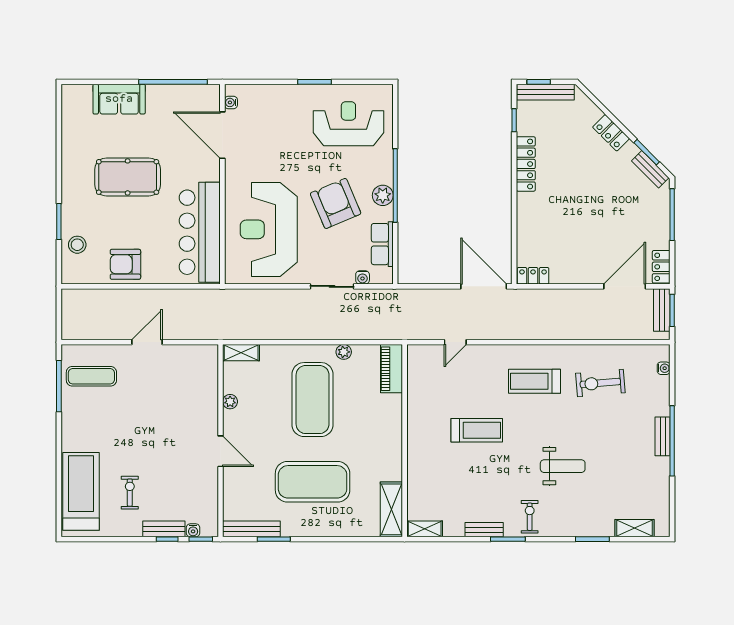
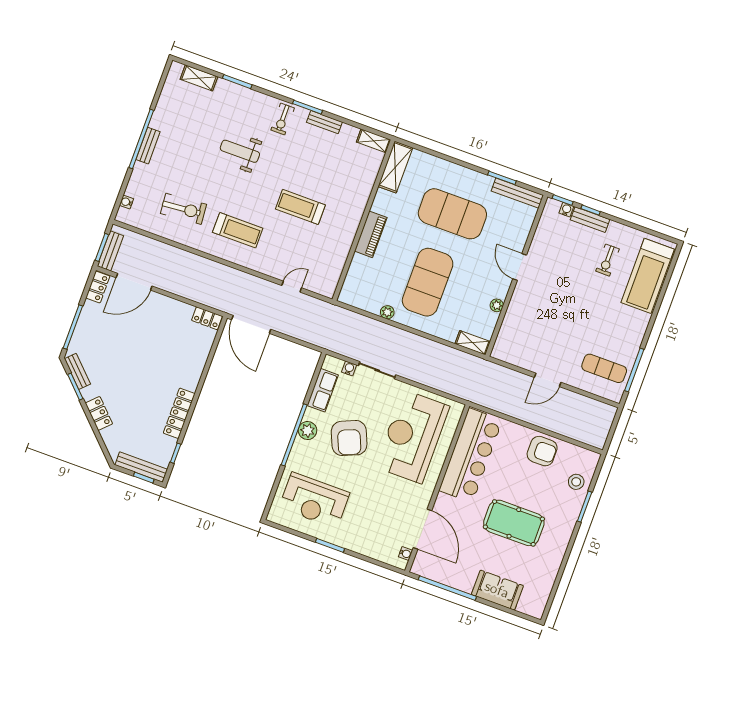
reception desk: (269, 229) -> (412, 437), turned 180
piano: (391, 369) -> (371, 234), moved

